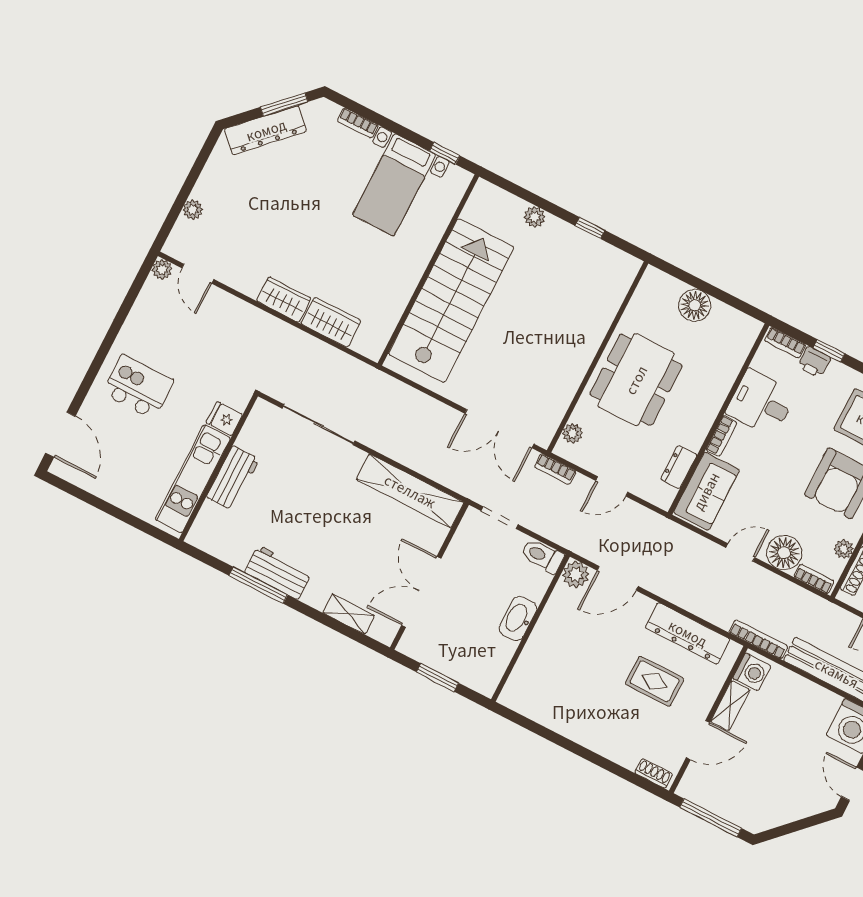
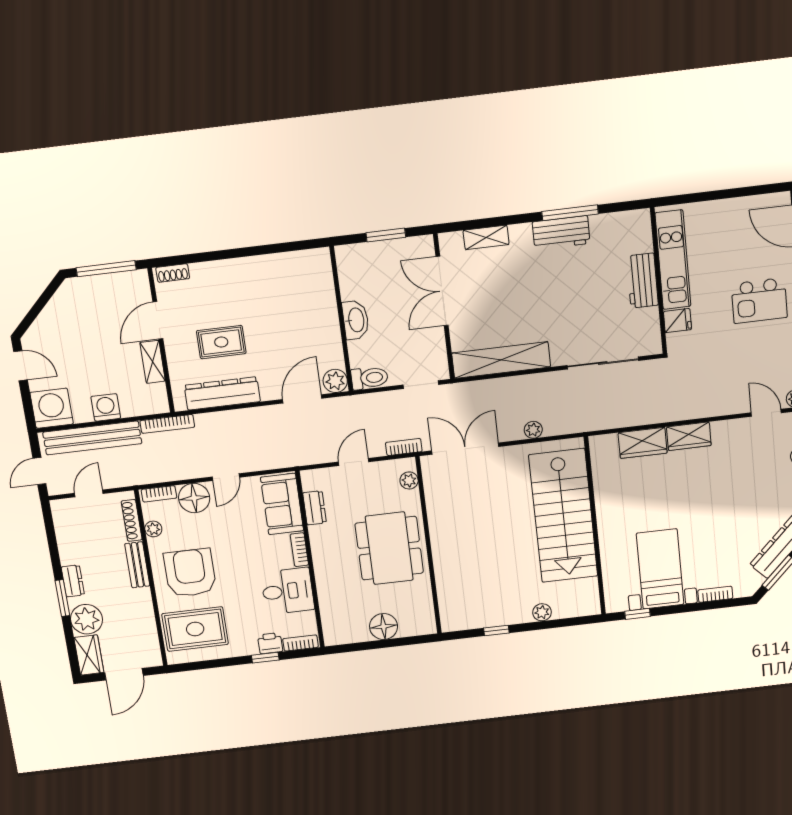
plant: (424, 404) -> (533, 430), added
double door: (421, 592) -> (442, 291), swing flipped
washing machine: (752, 672) -> (106, 407), moved, turned 90

